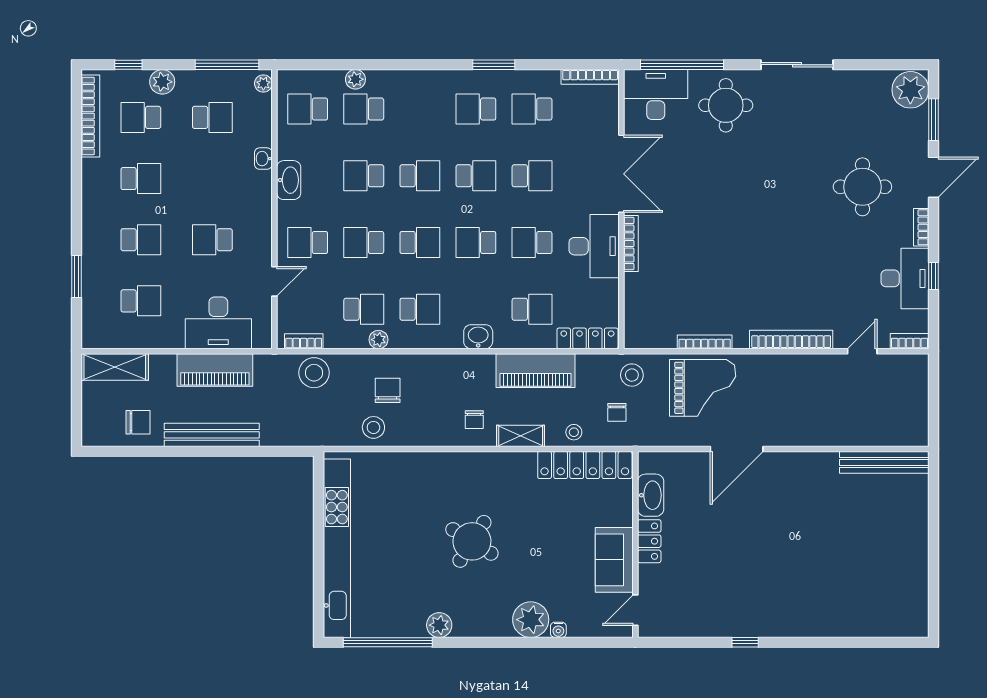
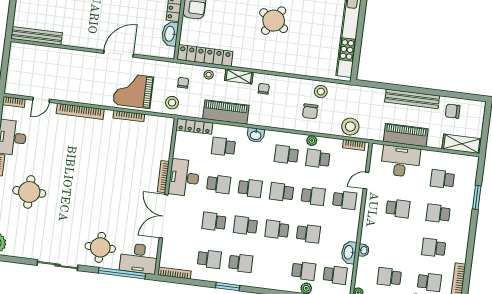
washbasin: (289, 180) -> (349, 252), moved

